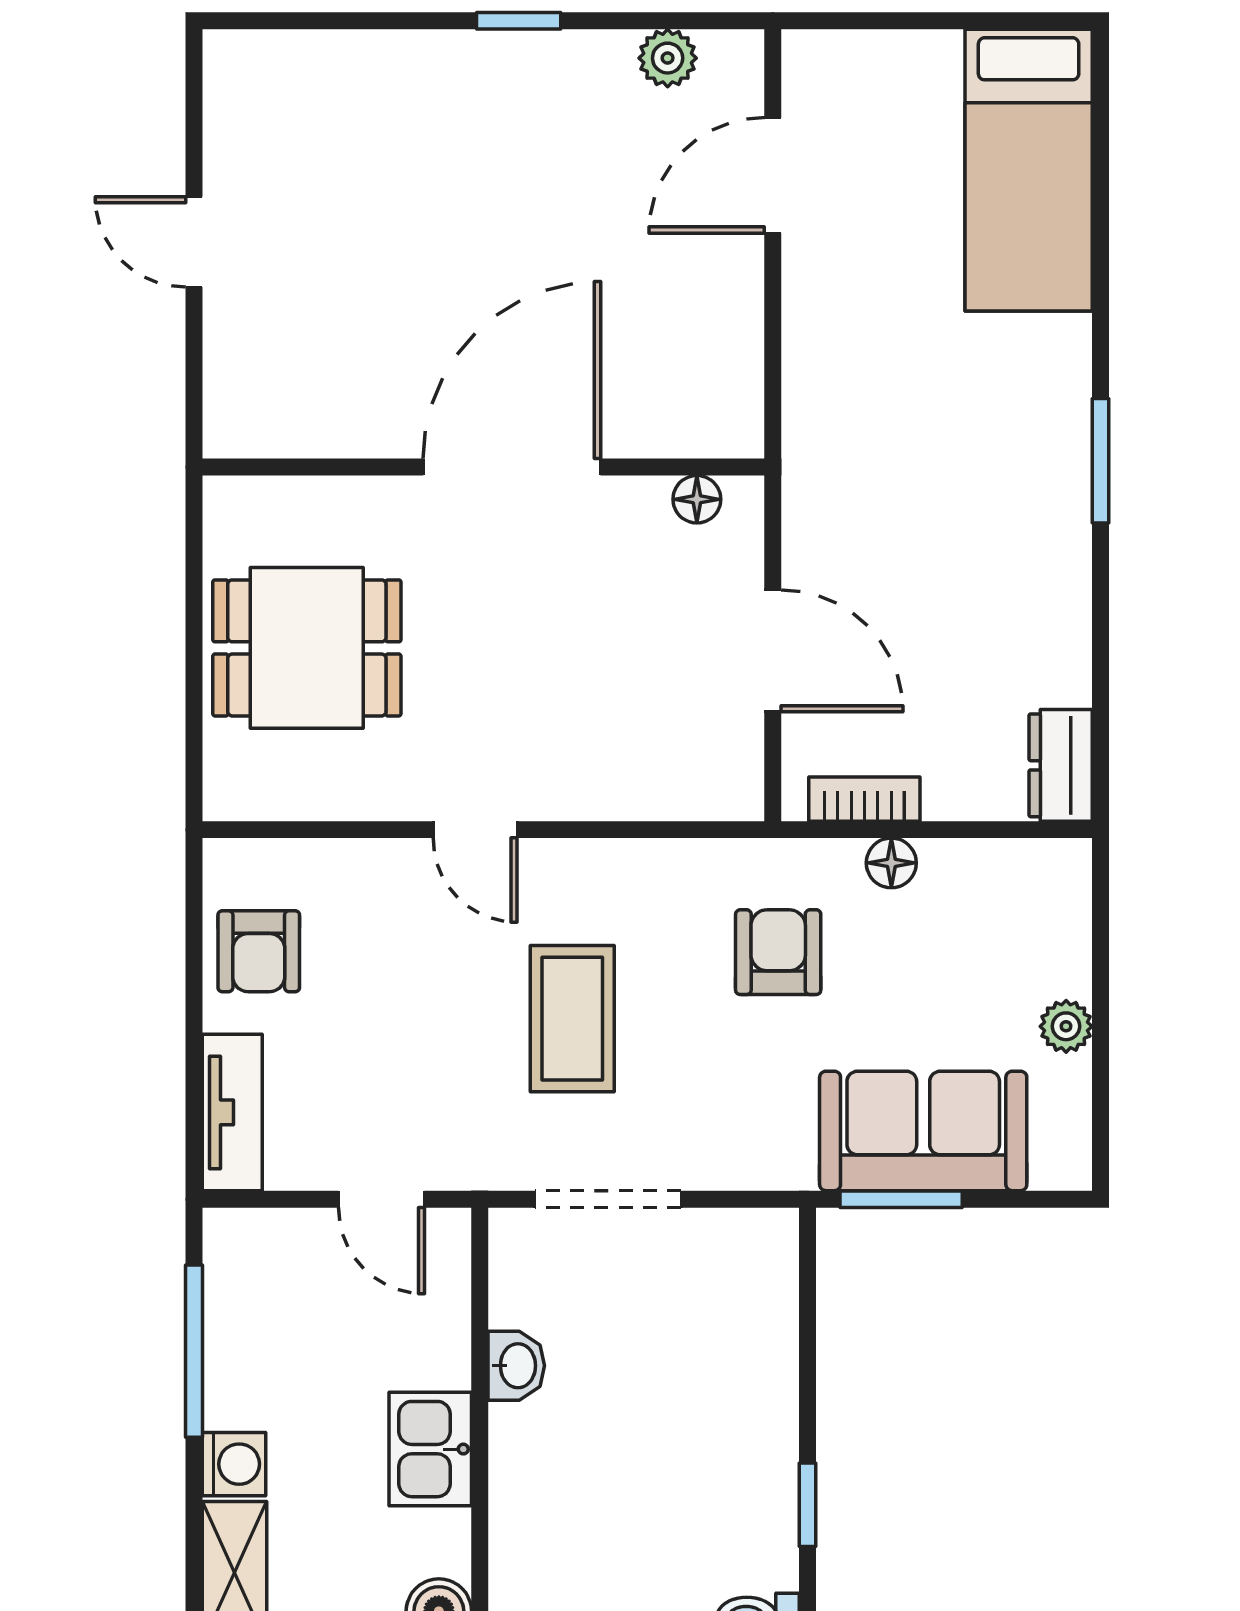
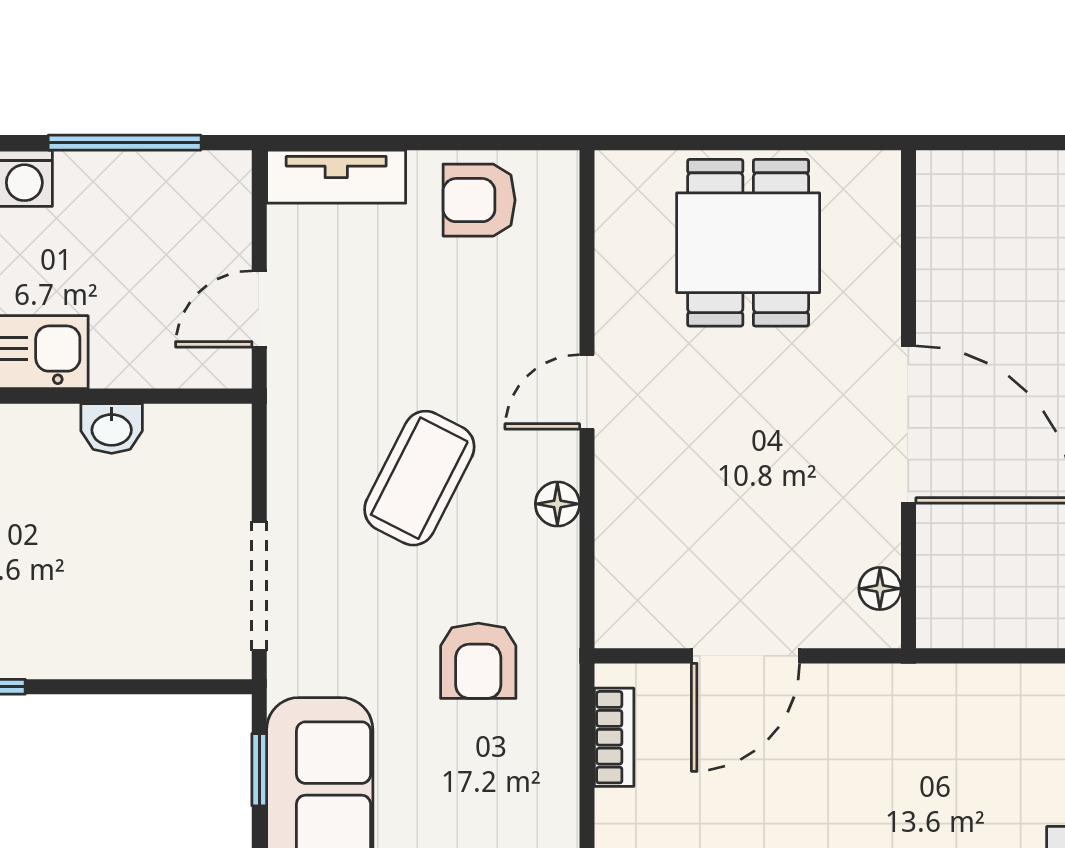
floor lamp: (891, 863) -> (557, 504), moved
armchair: (778, 952) -> (478, 661), turned 90
coffee table: (572, 1019) -> (419, 478), turned -63
doorway: (608, 1199) -> (259, 586), moved
window: (901, 1199) -> (259, 770), width x0.67

